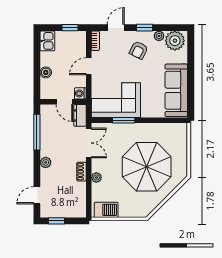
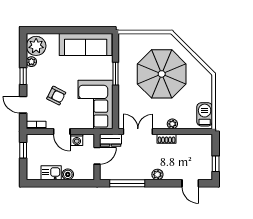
kitchen sink: (47, 41) -> (51, 173), moved
armchair: (139, 50) -> (56, 96), moved
washing machine: (80, 93) -> (77, 140), moved
window: (124, 120) -> (115, 74), moved

